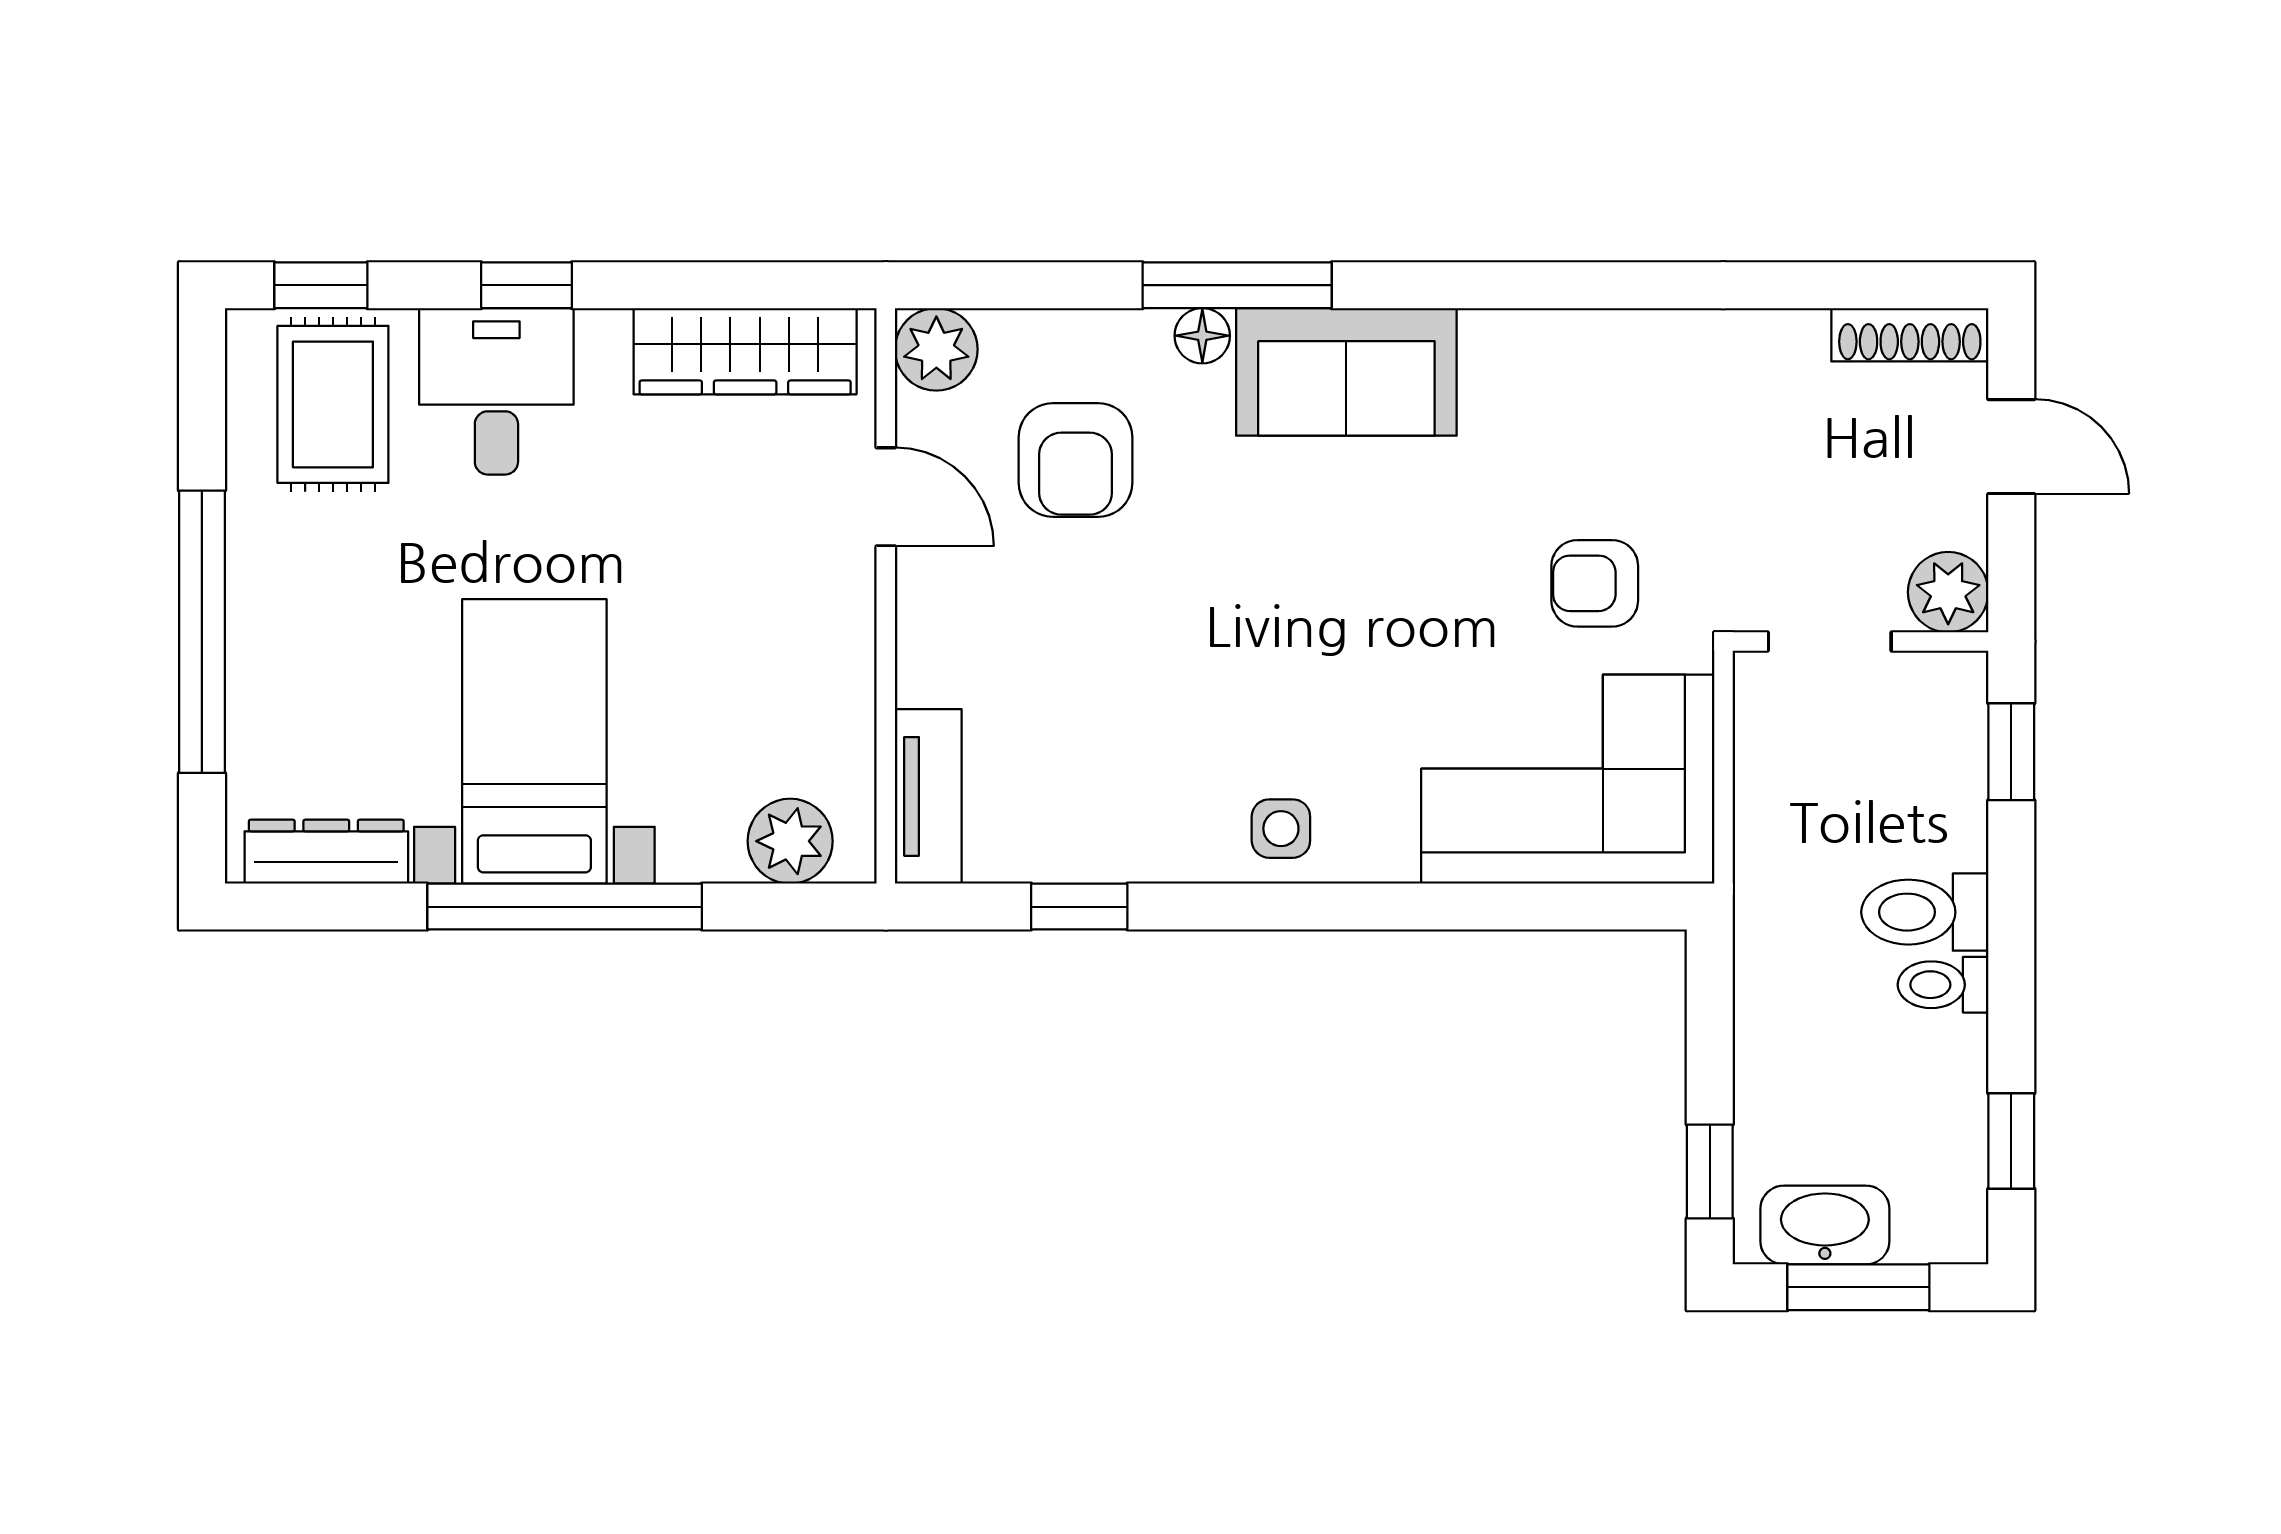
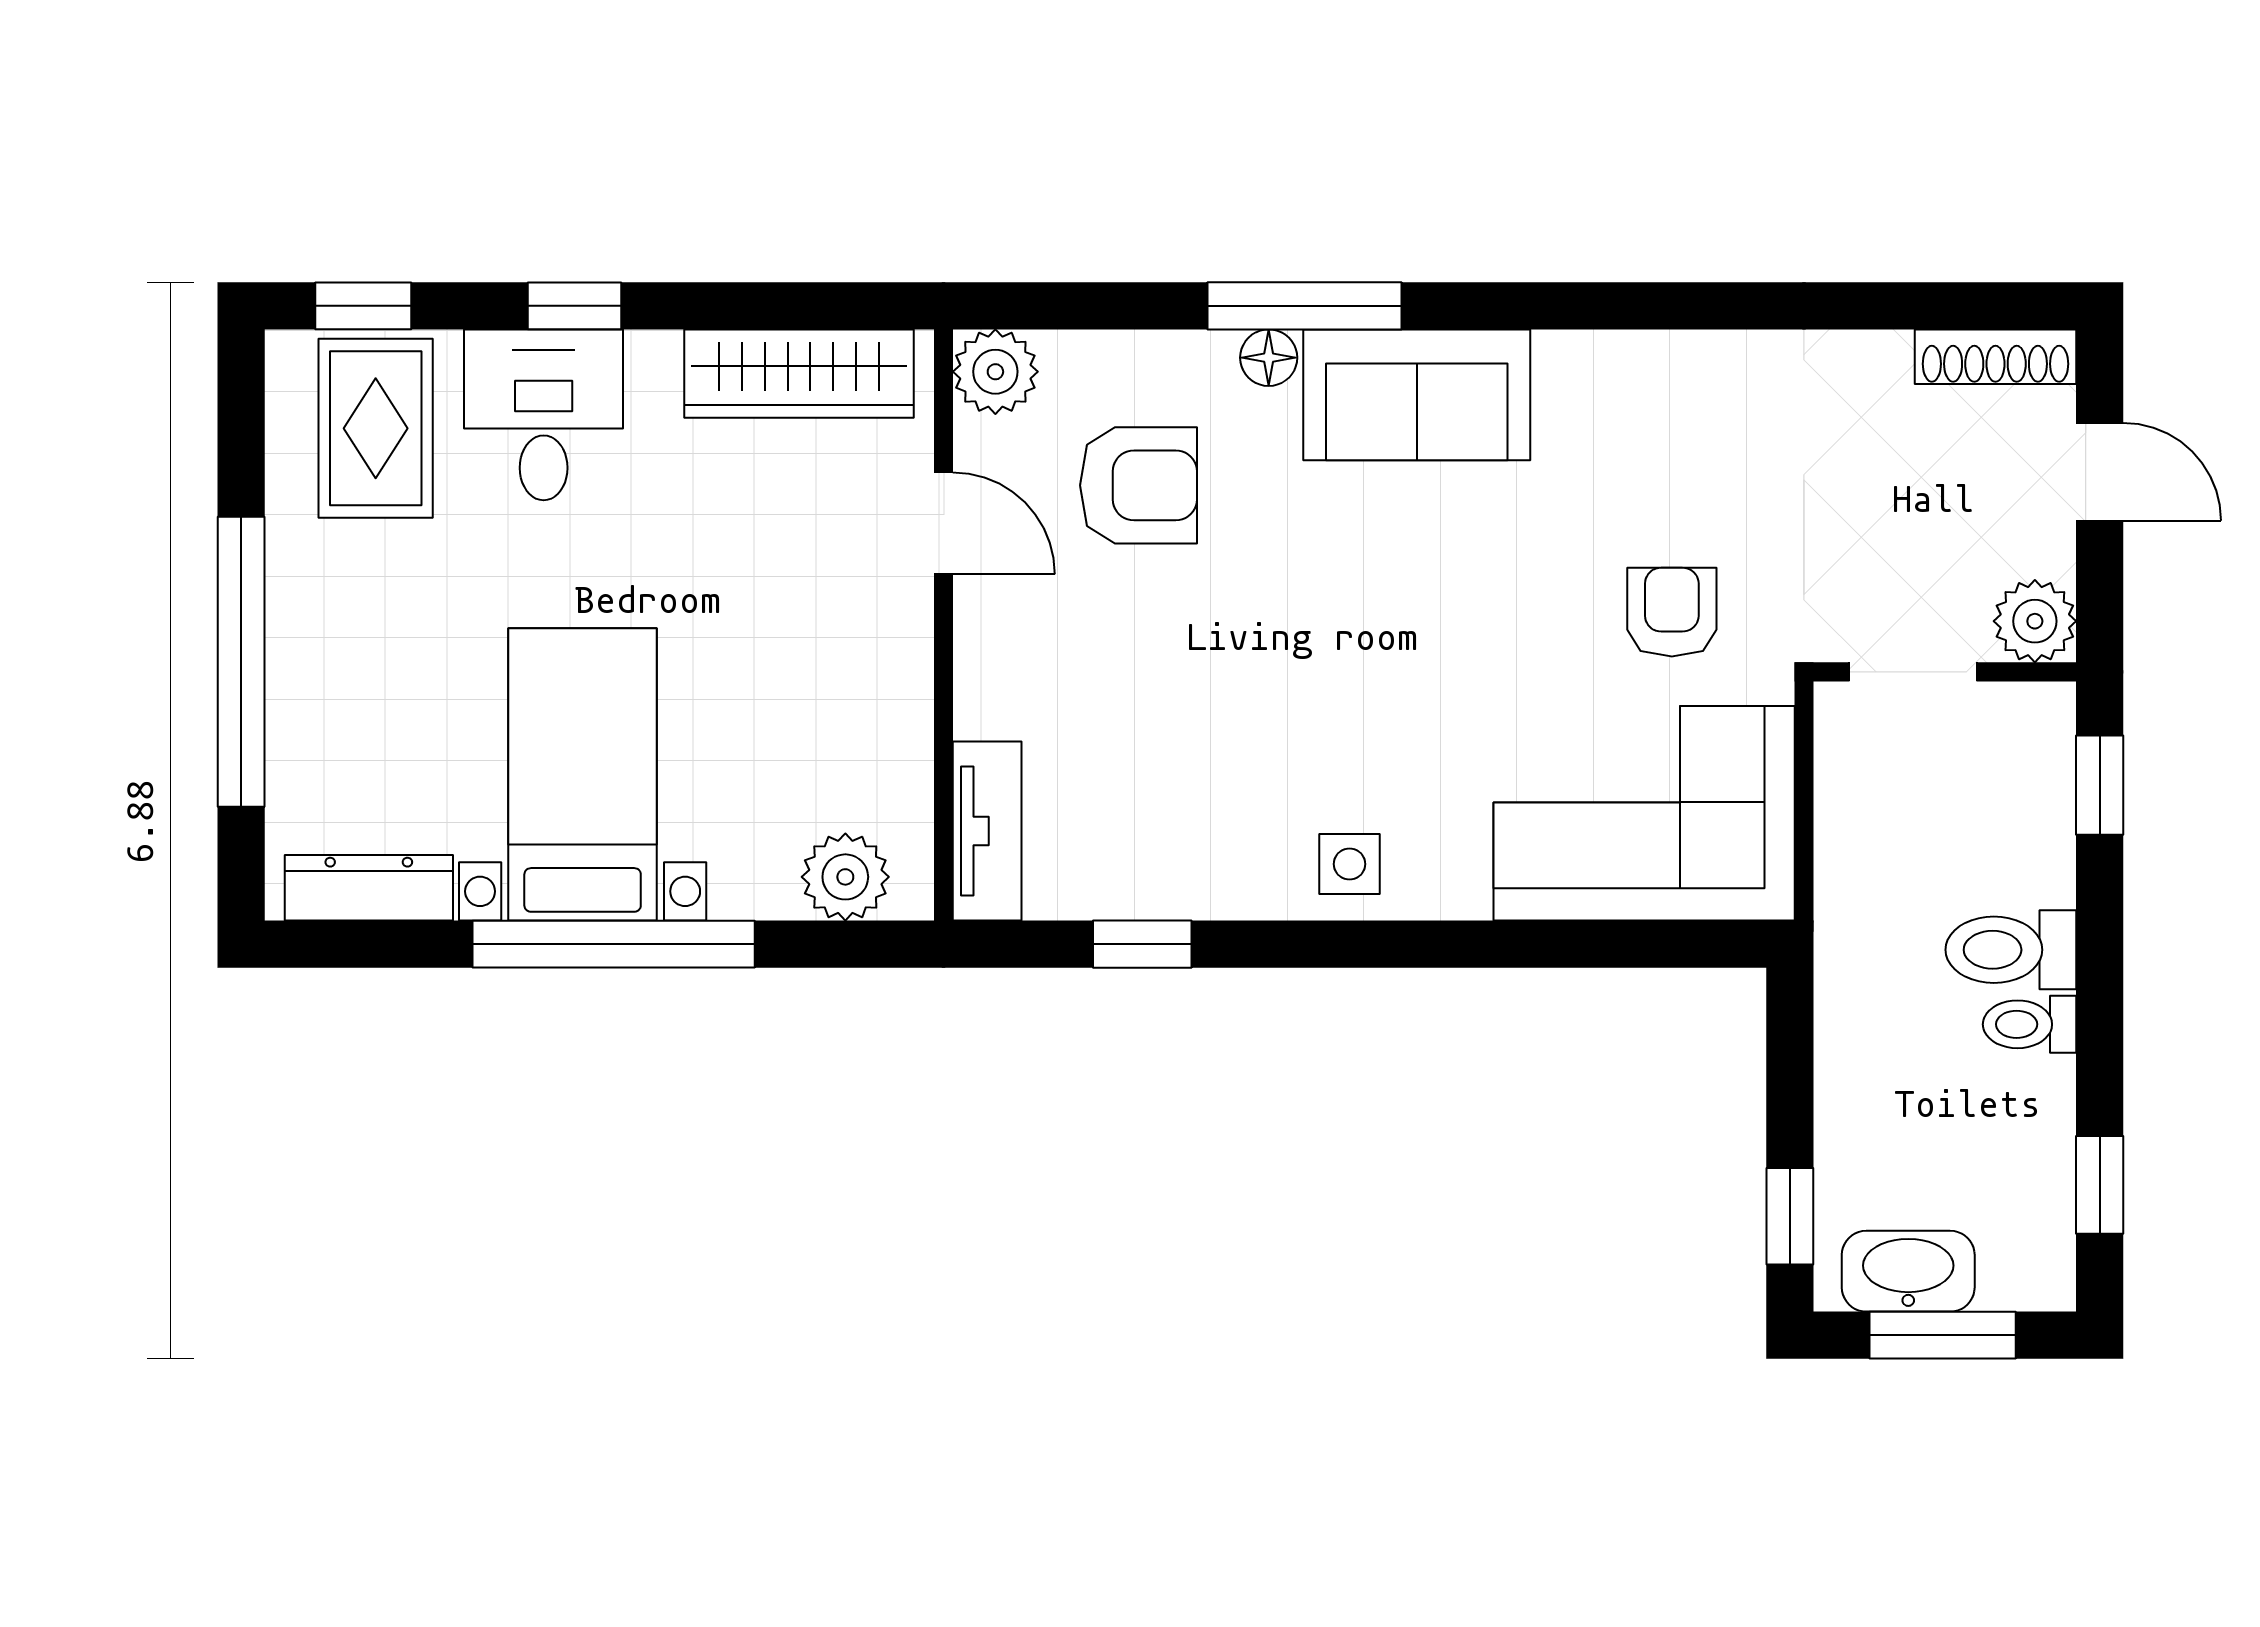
armchair: (1076, 460) -> (1138, 485), turned -90
armchair: (1595, 583) -> (1672, 612), turned 90

